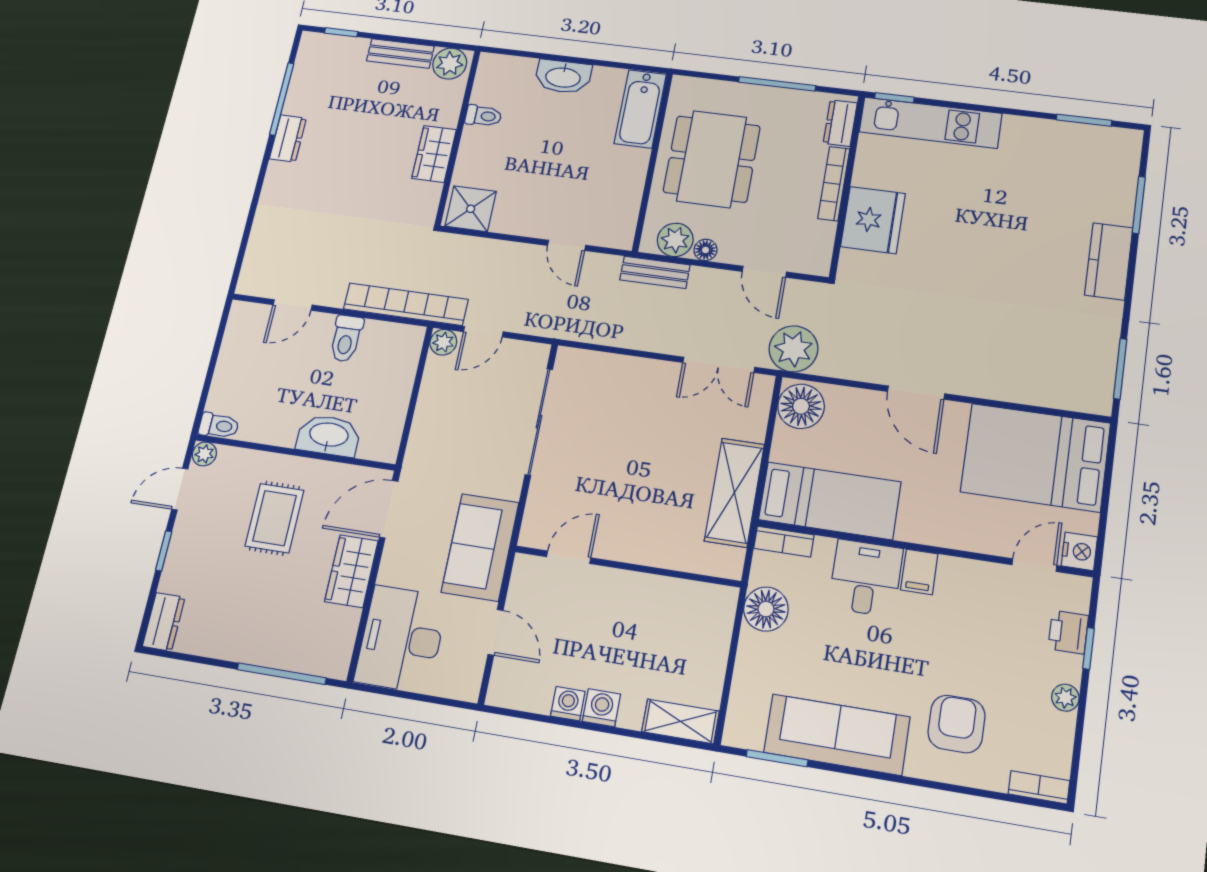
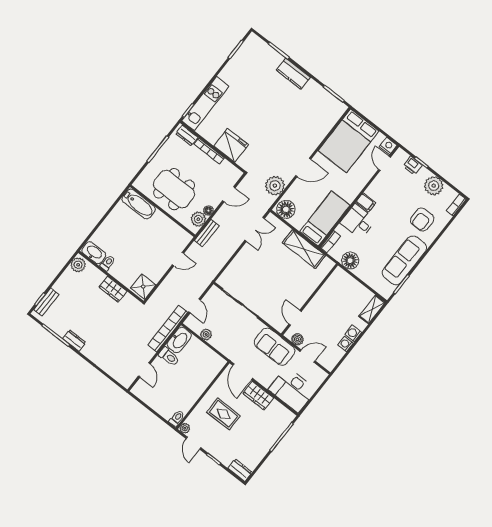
bench: (400, 53) -> (46, 302), moved
washbasin: (563, 77) -> (94, 253), moved, turned -90
plant: (443, 342) -> (206, 334), moved
plant: (793, 349) -> (275, 186), moved
washbasin: (329, 436) -> (179, 340), moved, turned 180
boiler: (522, 589) -> (297, 339), added
plant: (1065, 698) -> (434, 186), width x1.88, depth x1.88
armchair: (956, 724) -> (422, 220), turned -90

